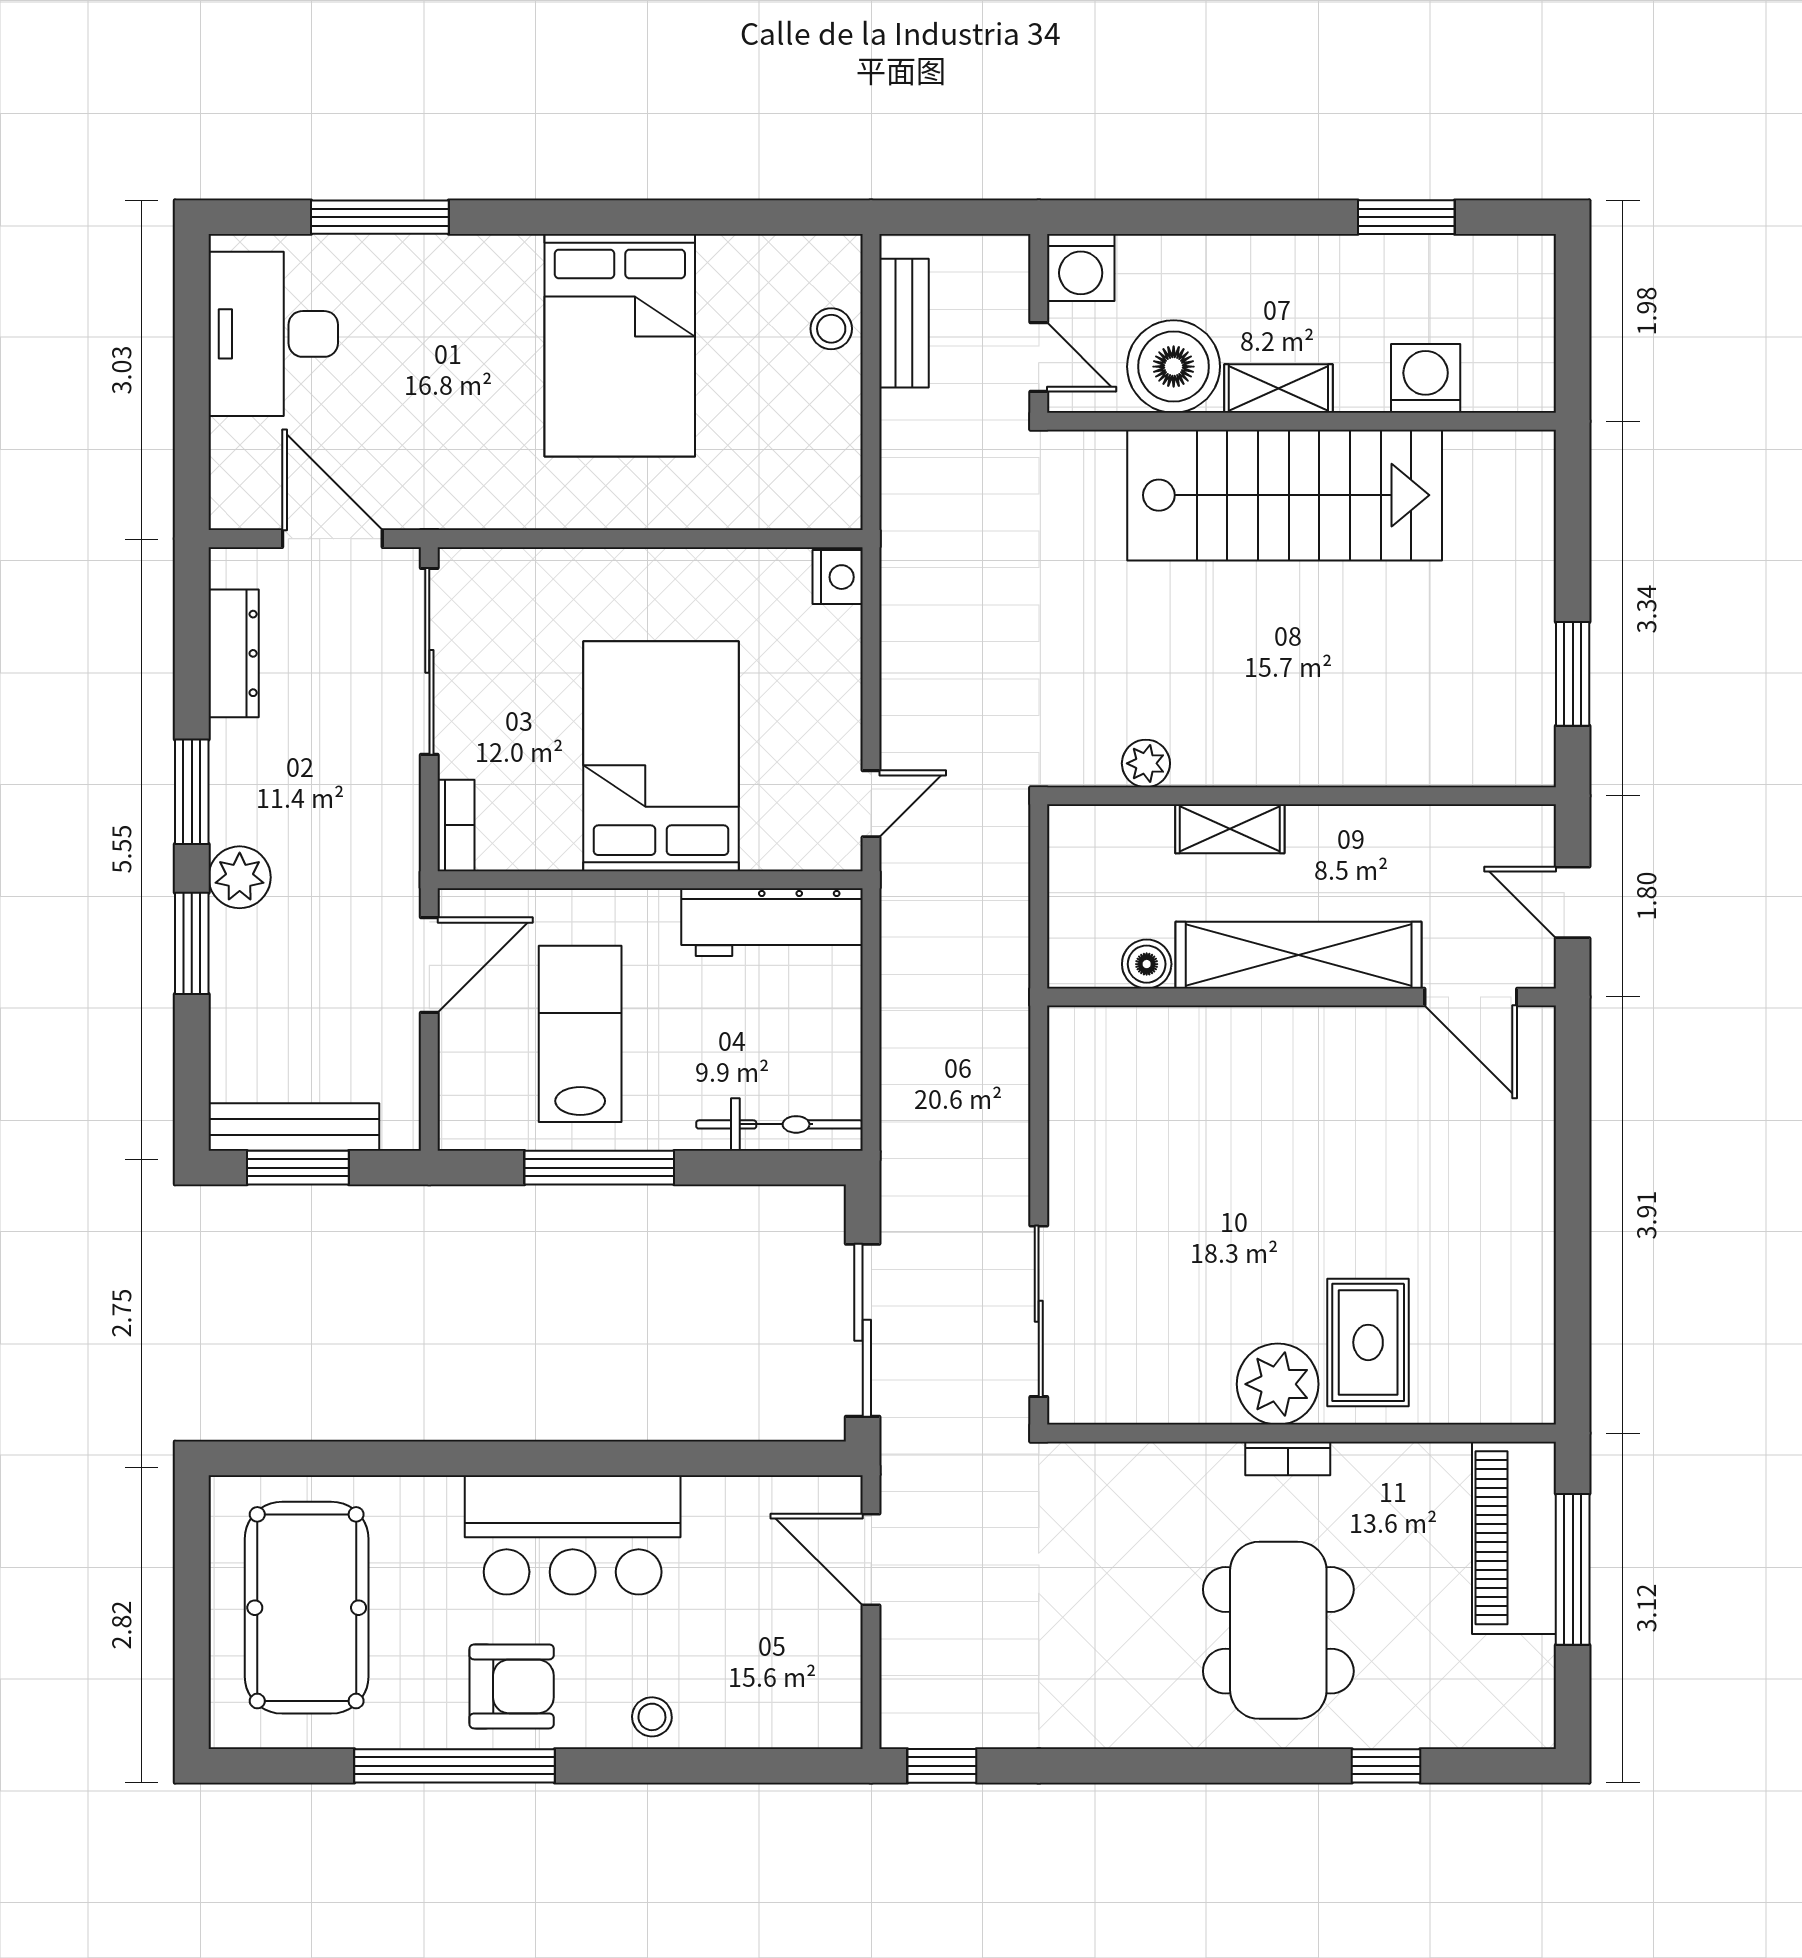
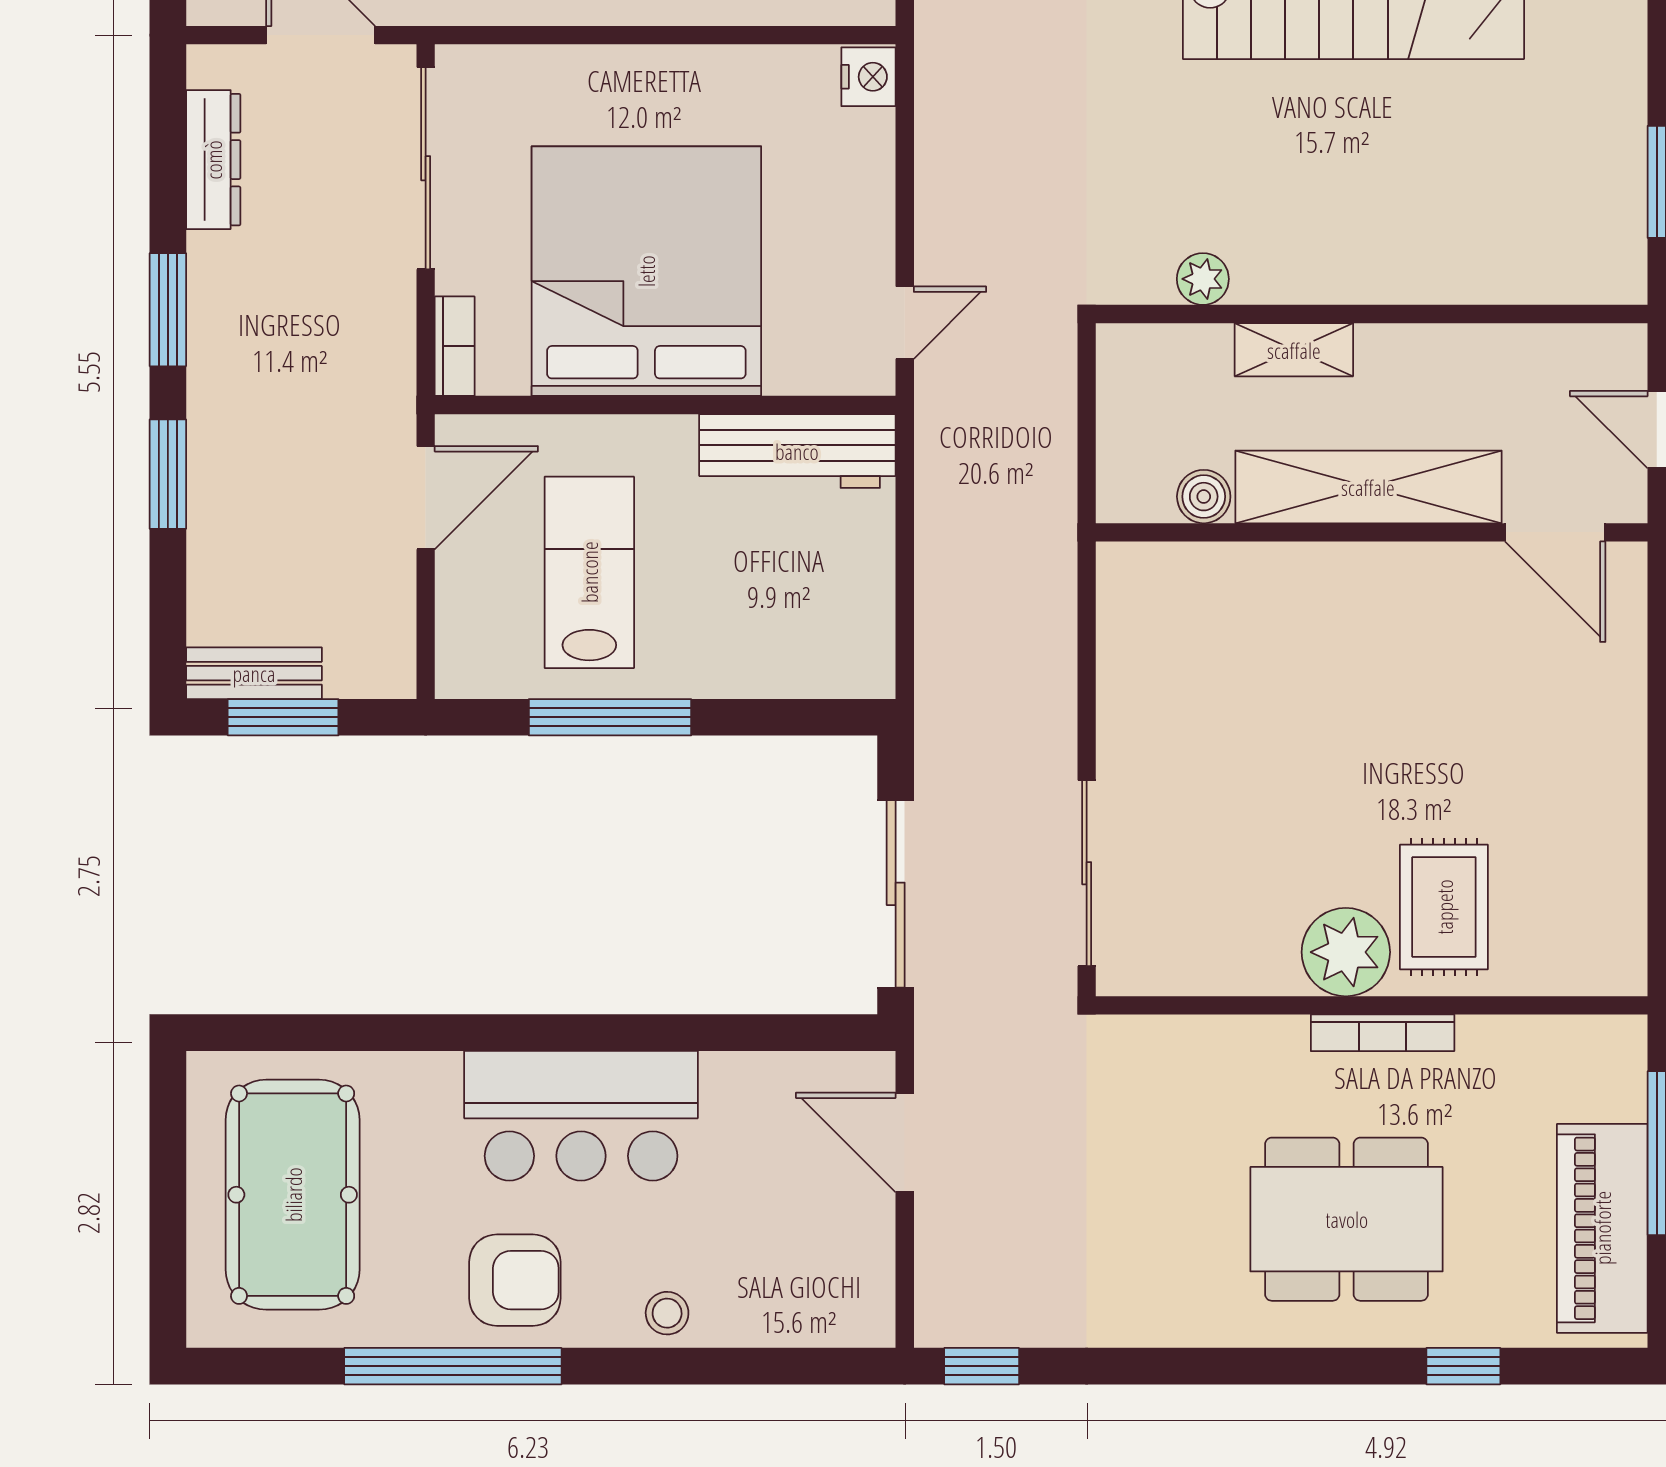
bed: (661, 756) -> (646, 271), width x1.36
plant: (240, 877) -> (220, 402), removed
bicycle: (779, 1124) -> (805, 671), removed
bench: (294, 1127) -> (254, 673), width x0.73
bookcase: (1288, 1458) -> (1383, 1033), width x1.56
piano: (1514, 1538) -> (1602, 1228), moved
dining table: (1278, 1630) -> (1347, 1219), turned 90

